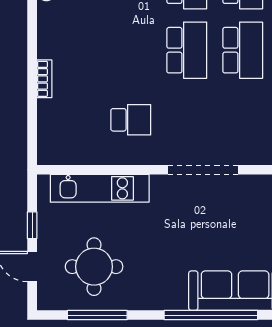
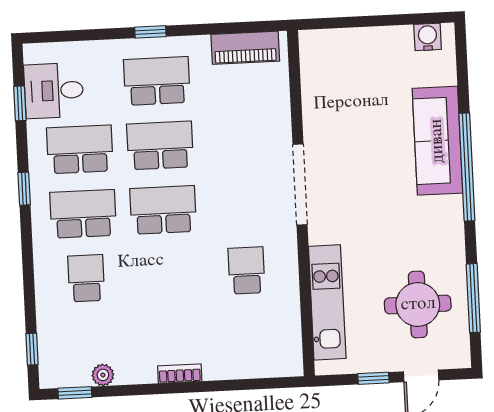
bookcase: (44, 79) -> (180, 374), moved

